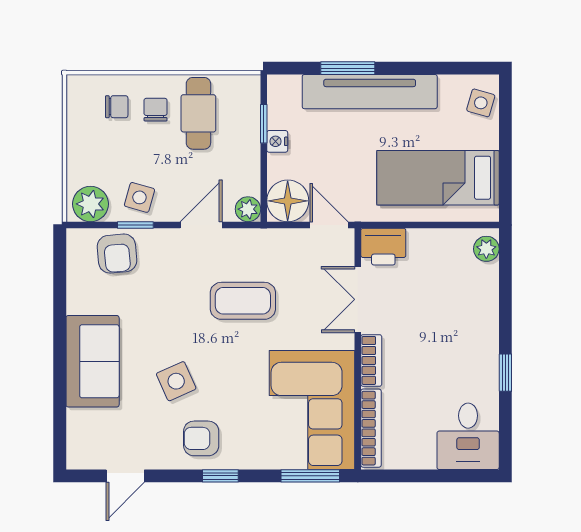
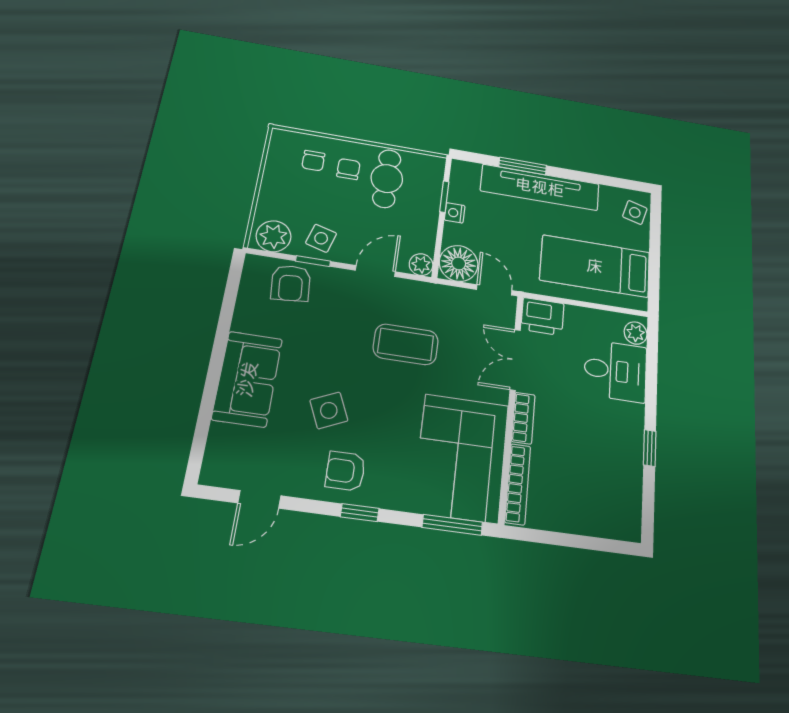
chair: (117, 107) -> (313, 161), turned 90
desk: (468, 436) -> (615, 371), moved, turned -90

